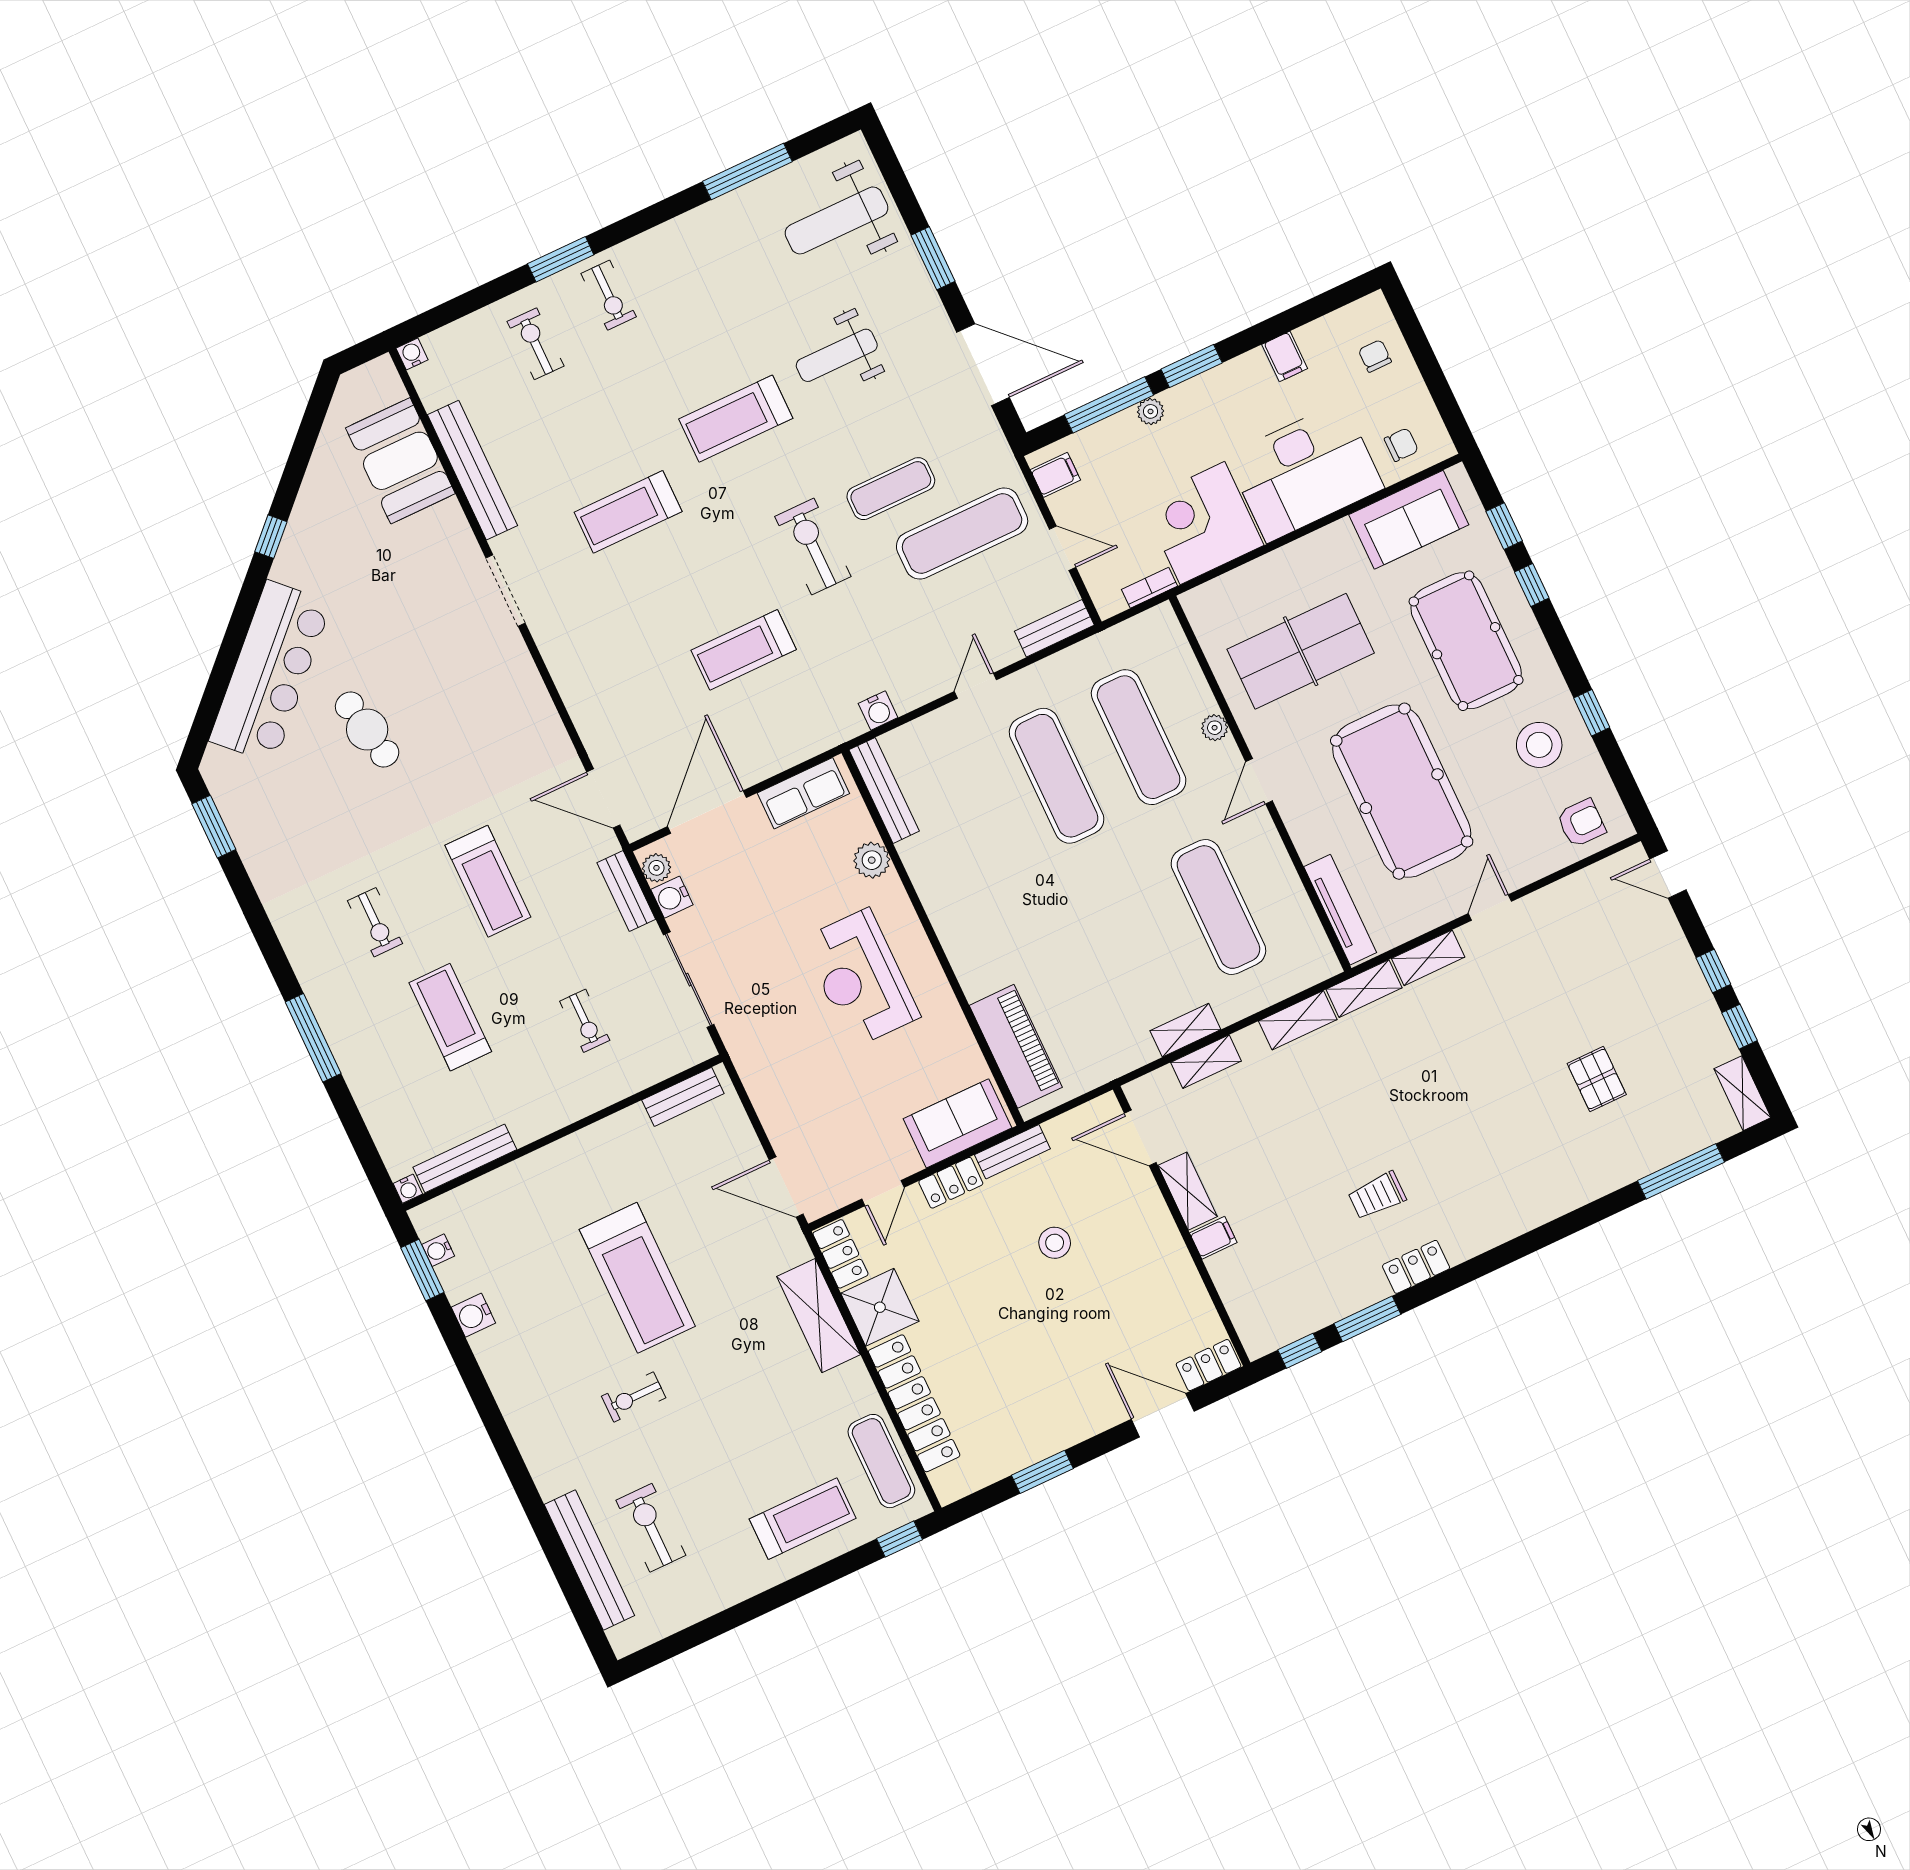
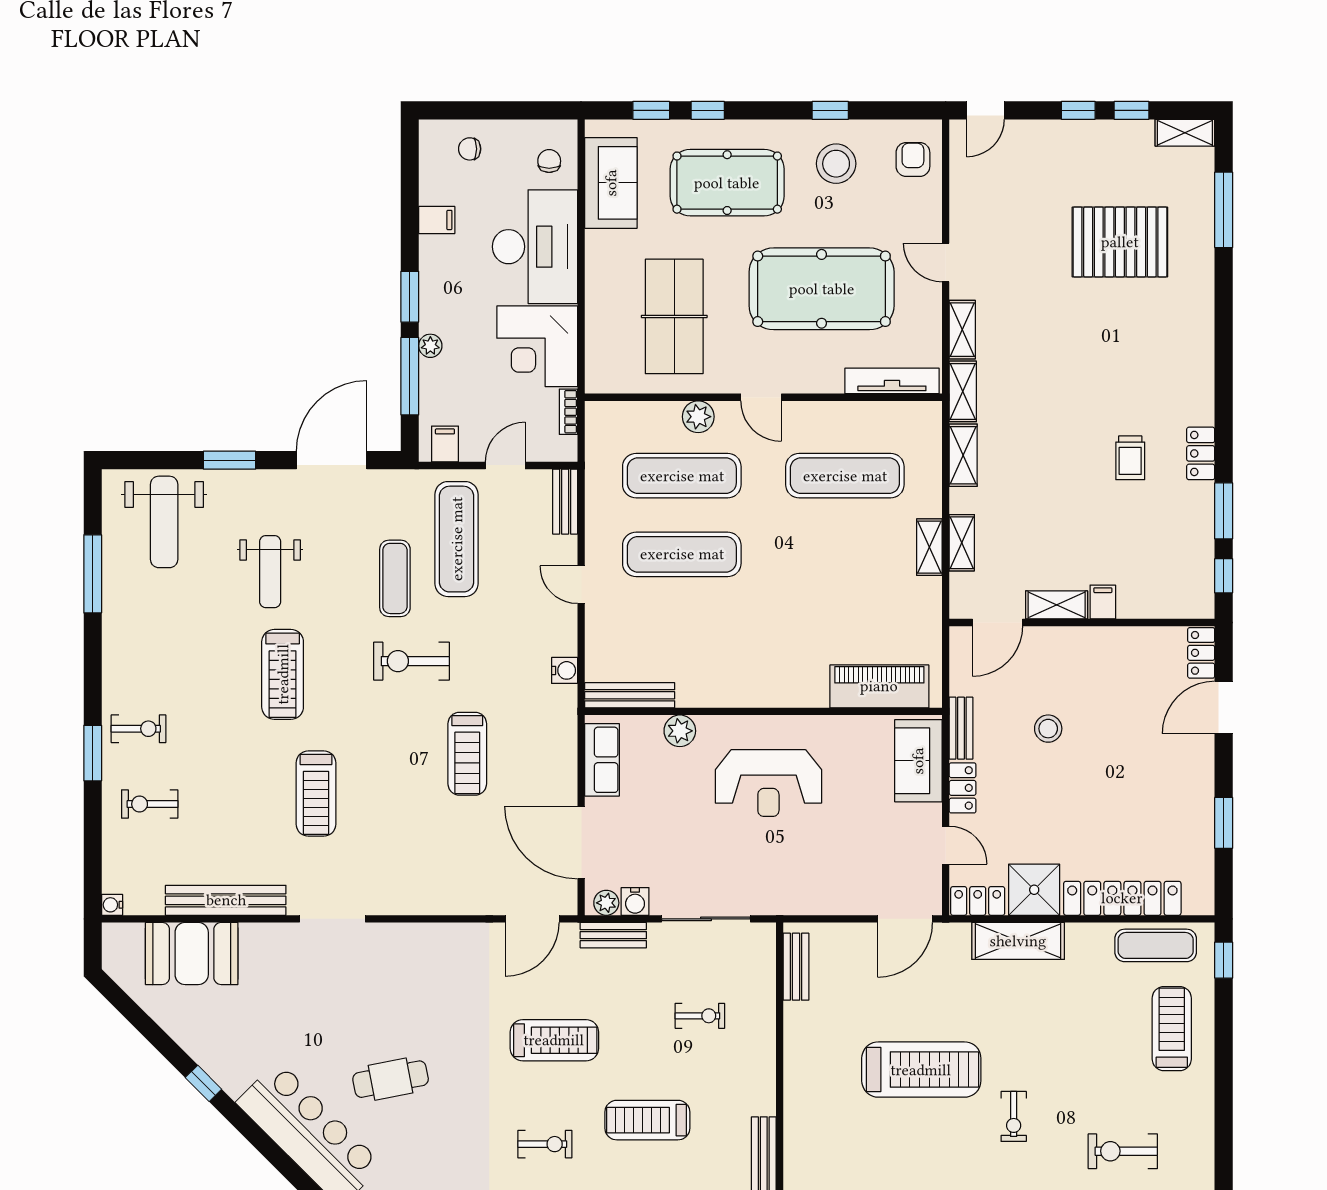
plant: (1215, 728) -> (698, 417), width x1.38, depth x1.38
pallet: (1597, 1079) -> (1120, 242), width x2.05, depth x2.00

